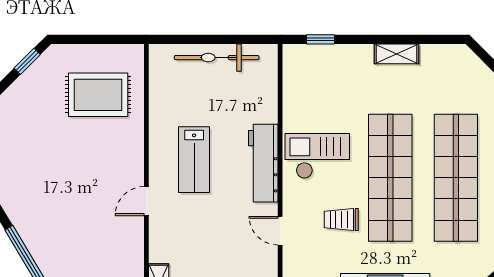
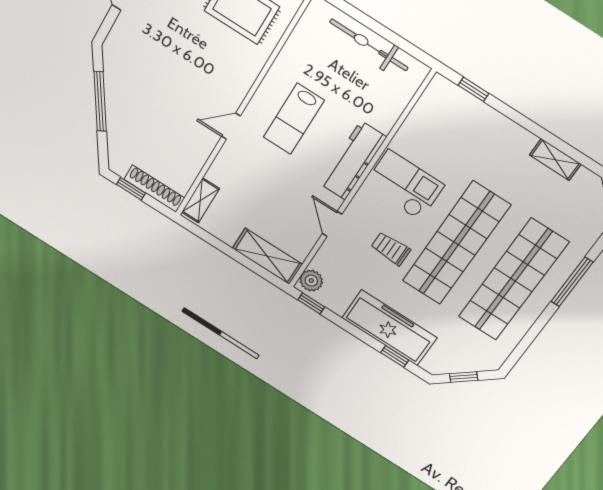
shelving: (396, 54) -> (555, 160), moved

